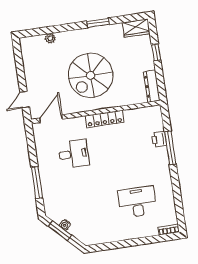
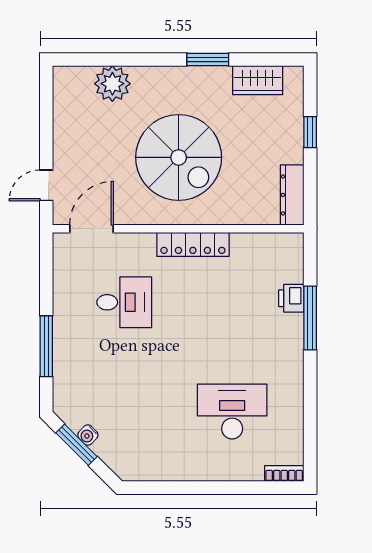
wardrobe: (136, 28) -> (258, 80), moved
plant: (50, 38) -> (112, 84), width x1.87, depth x1.87
spiral stairs: (91, 75) -> (179, 157), turned -90

